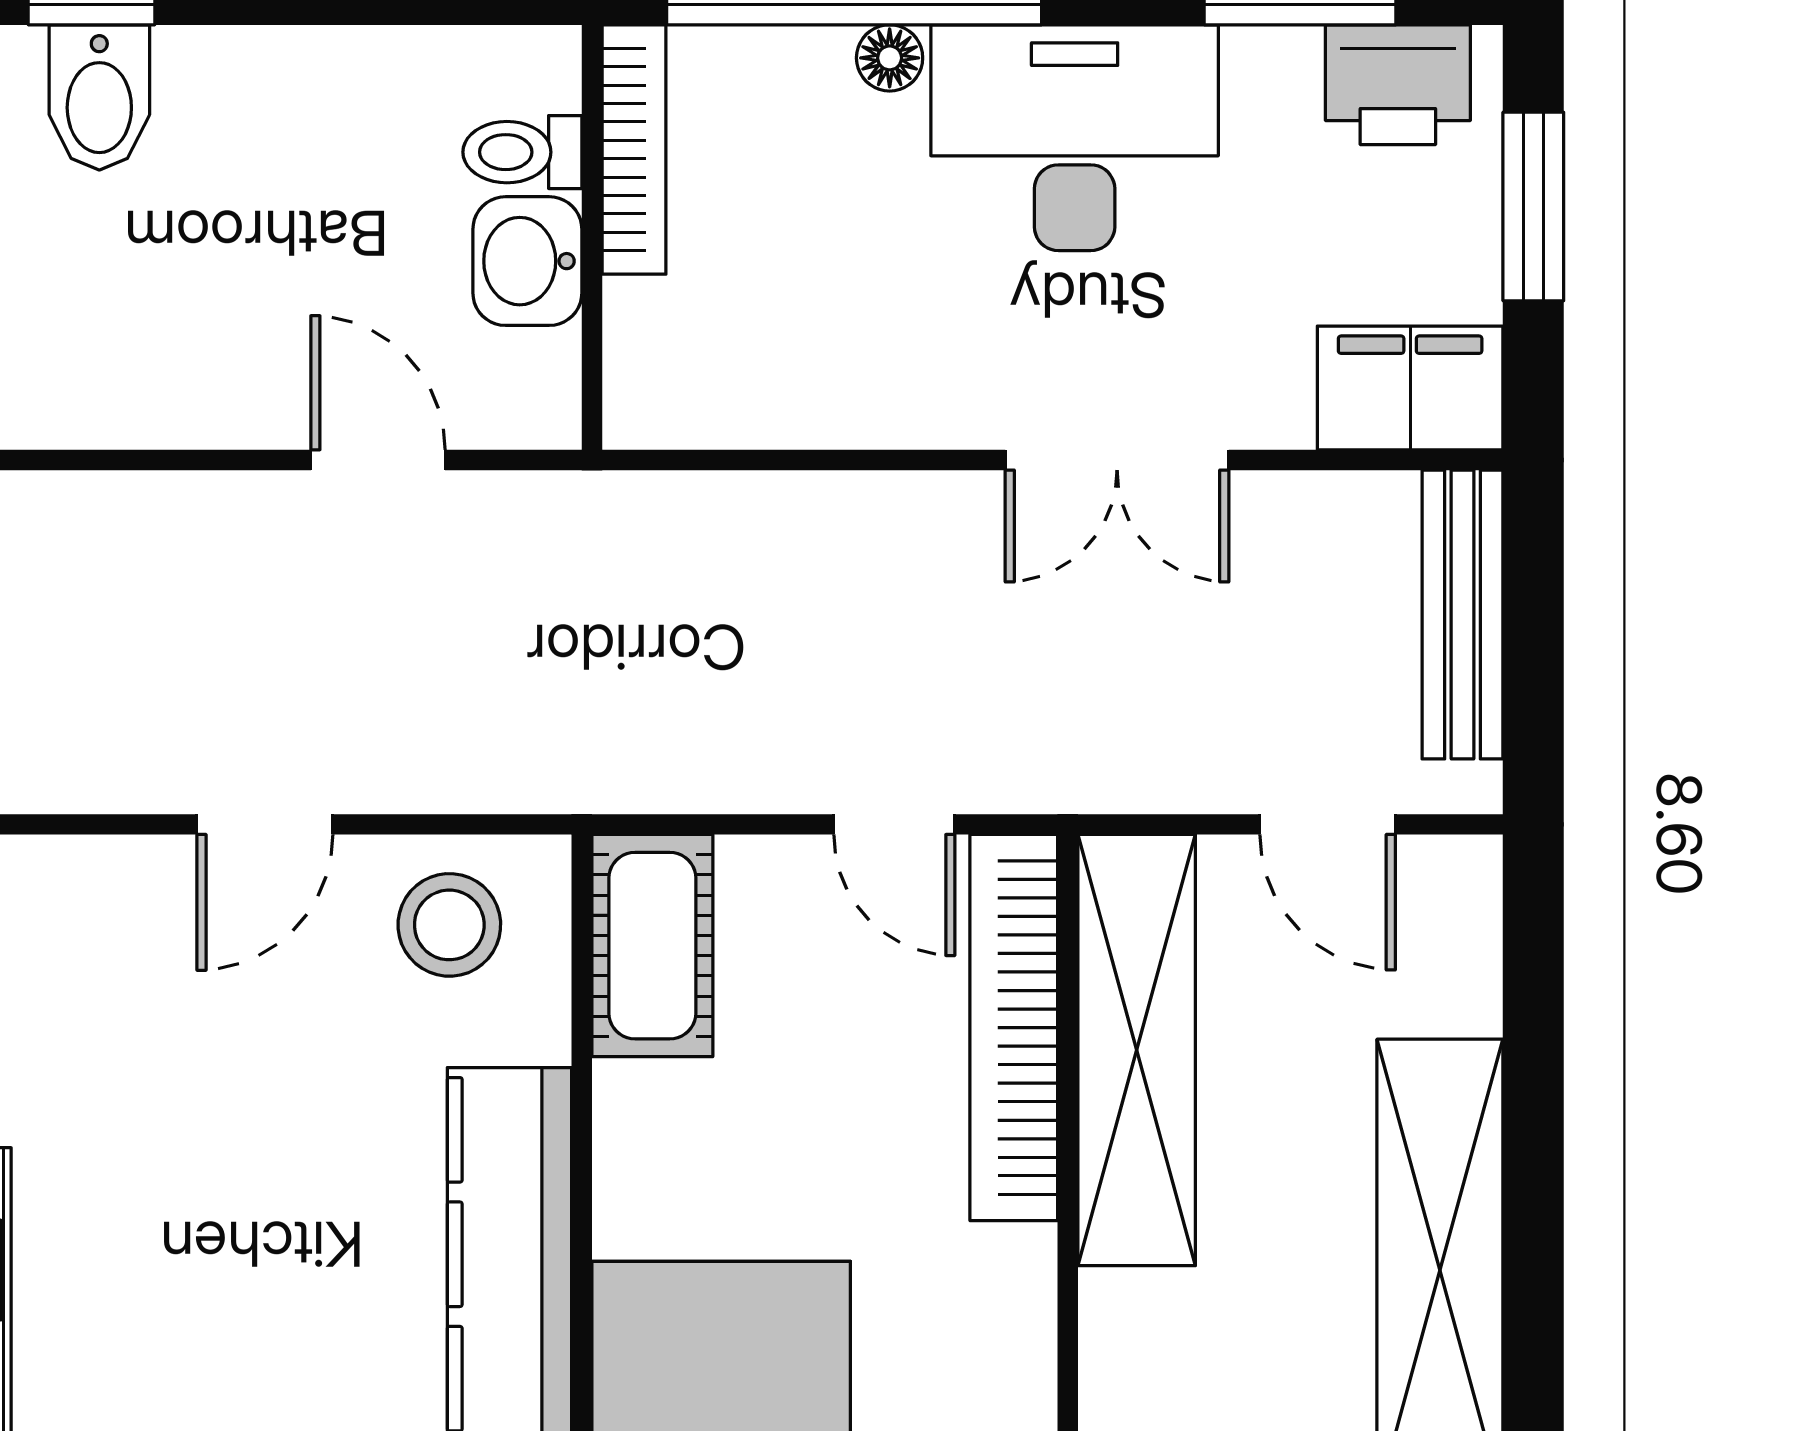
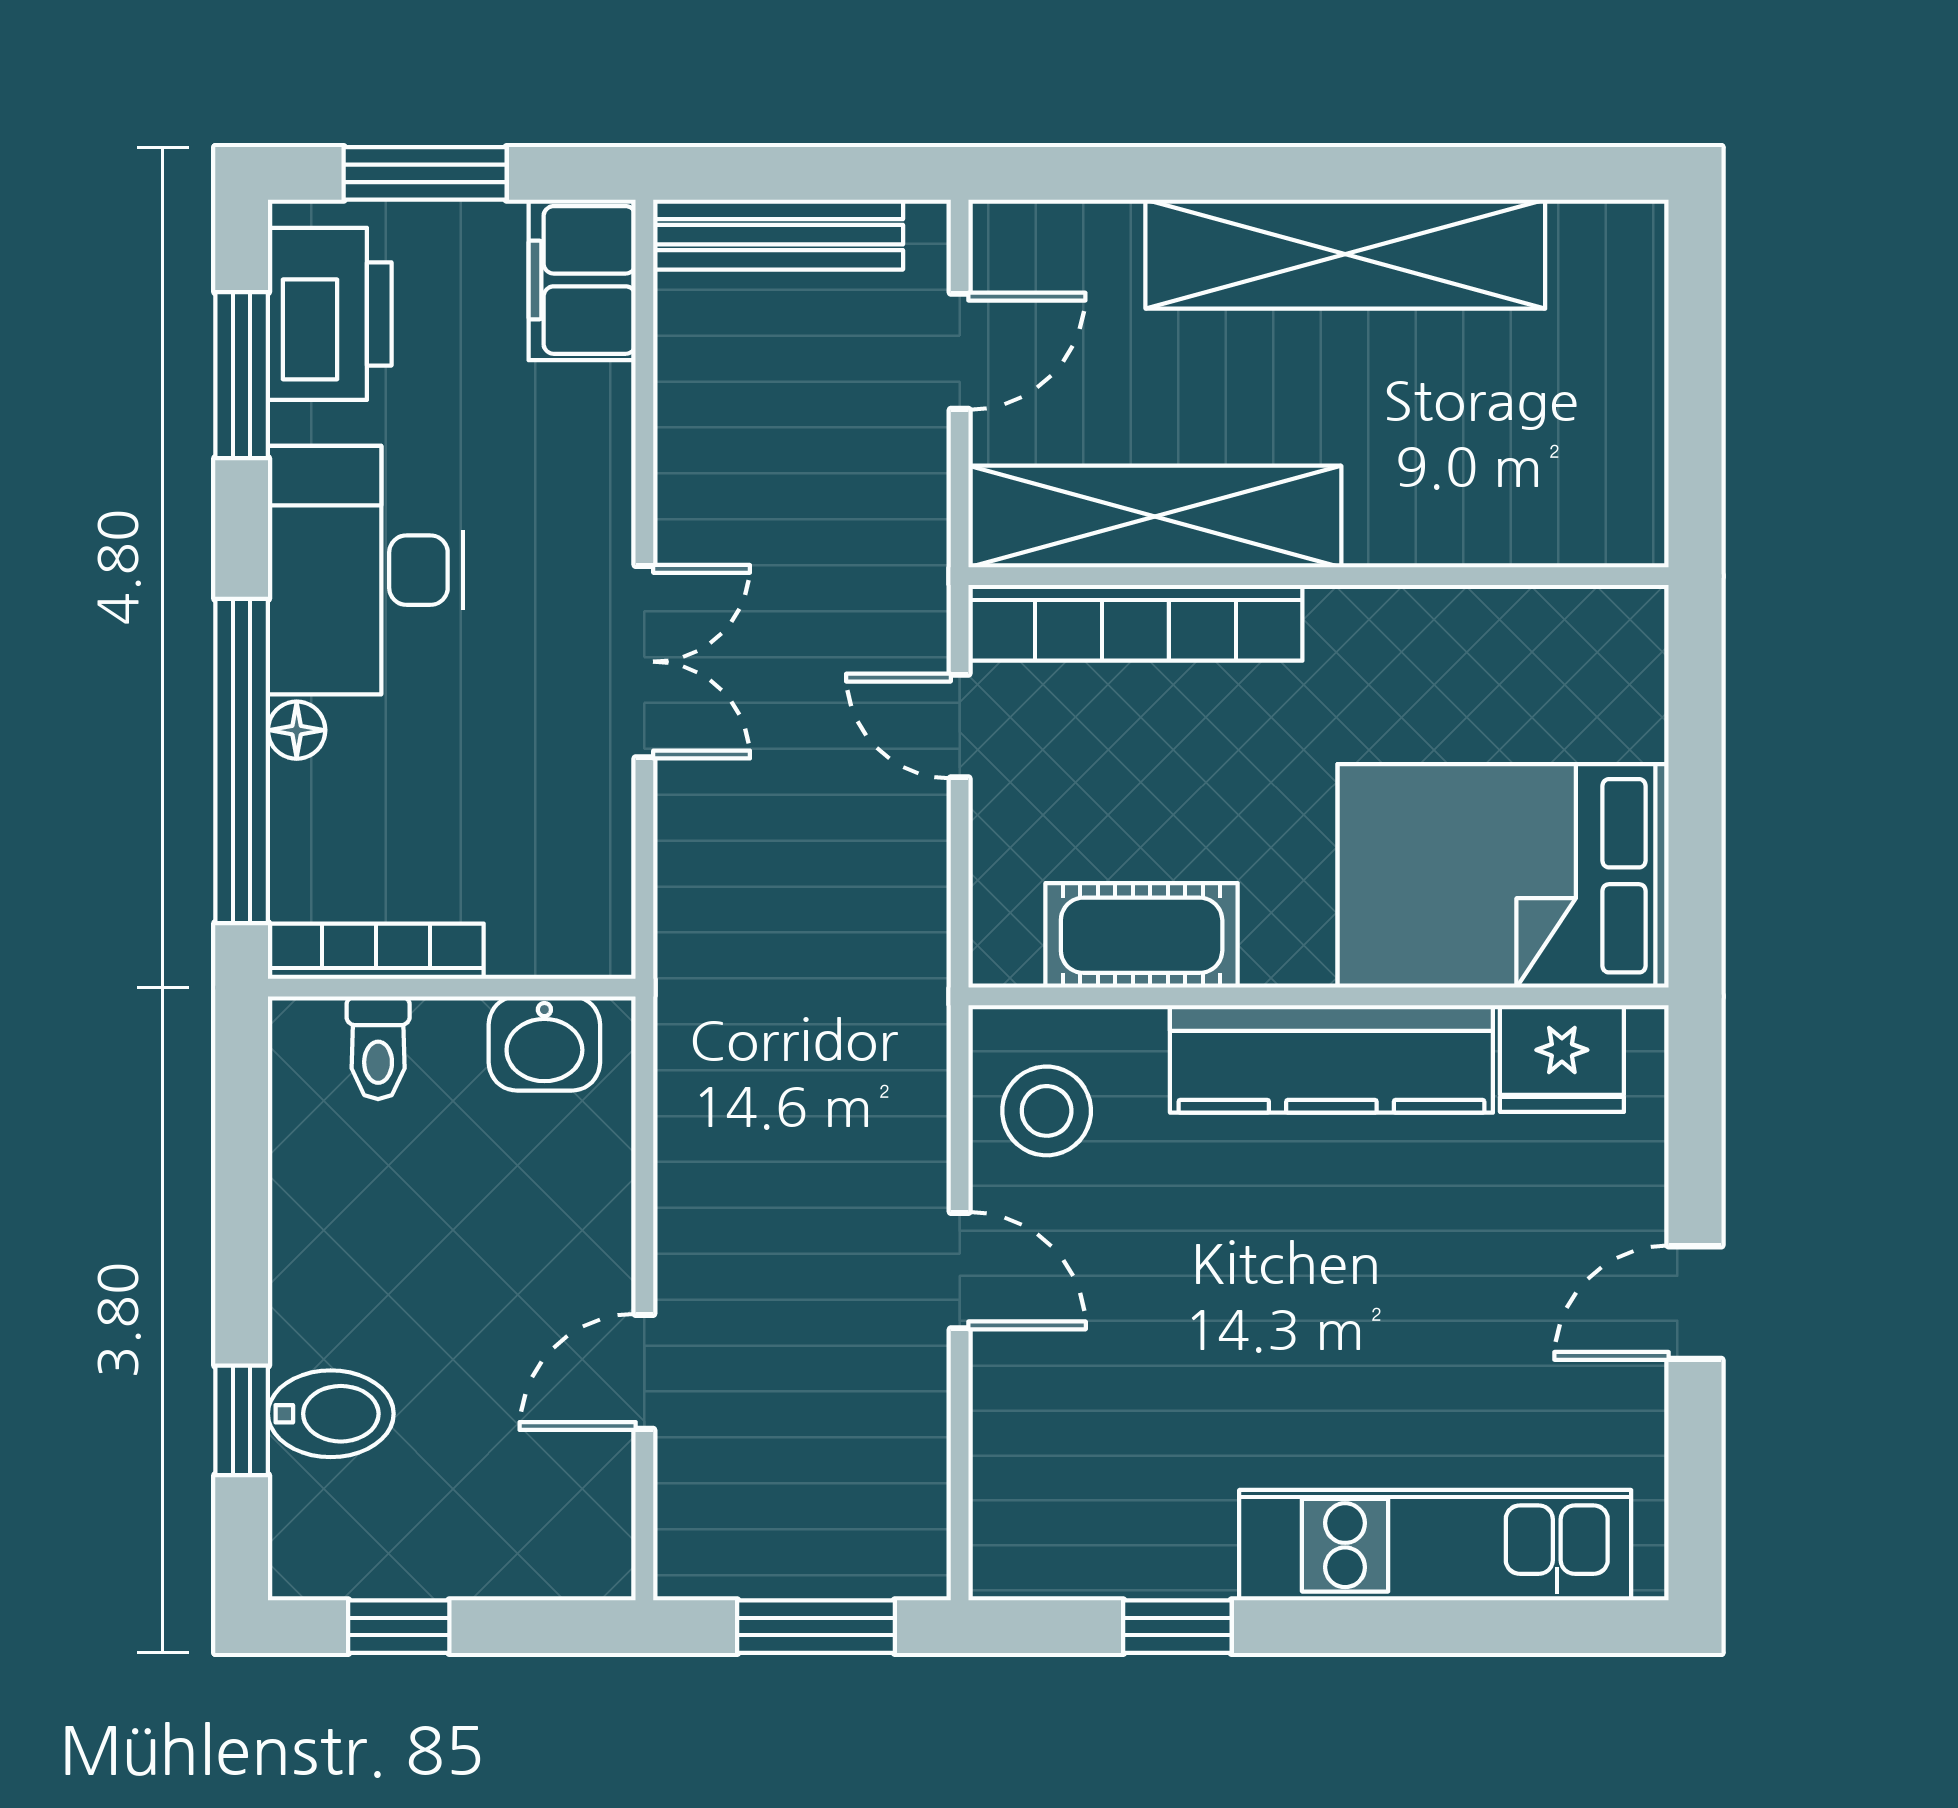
printer: (1398, 85) -> (330, 314), width x1.37, depth x1.19
washbasin: (527, 261) -> (544, 1043), moved
door: (378, 460) -> (644, 1372), moved
double door: (1117, 460) -> (644, 662), moved
door: (894, 824) -> (960, 726), swing flipped
cot: (652, 946) -> (1142, 935), moved

